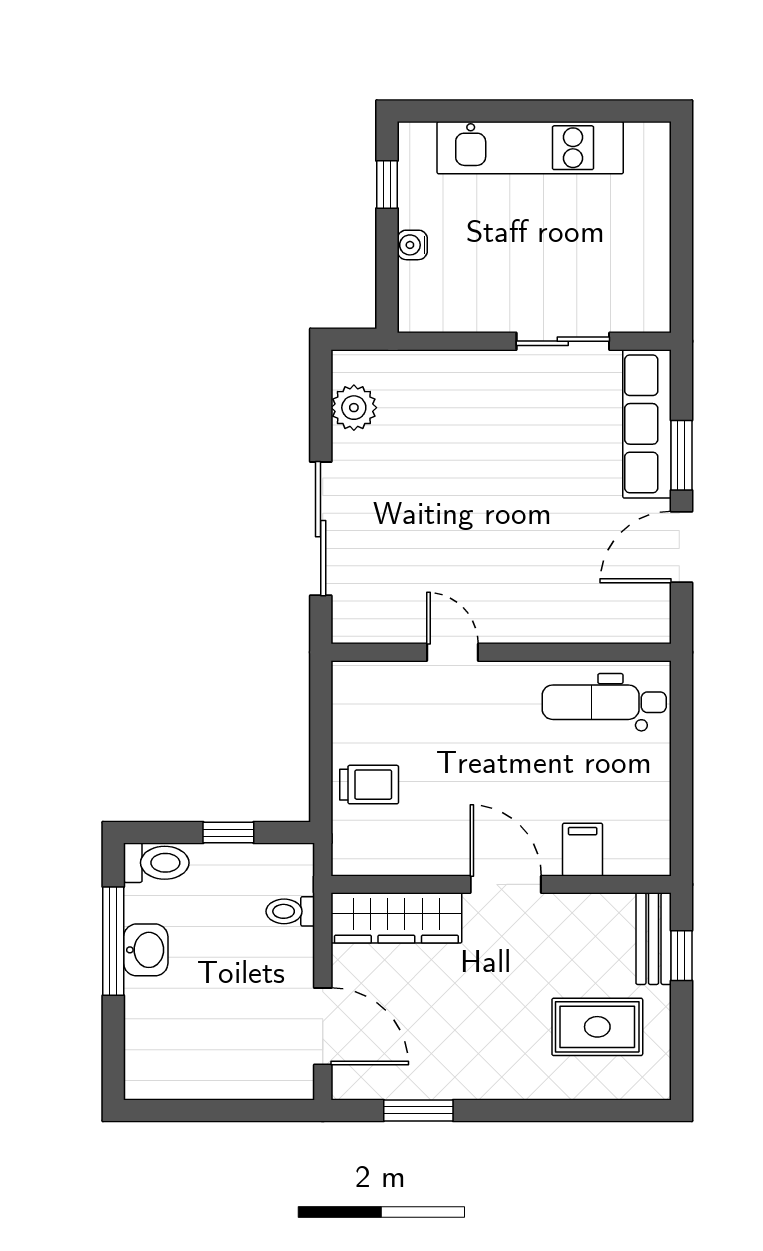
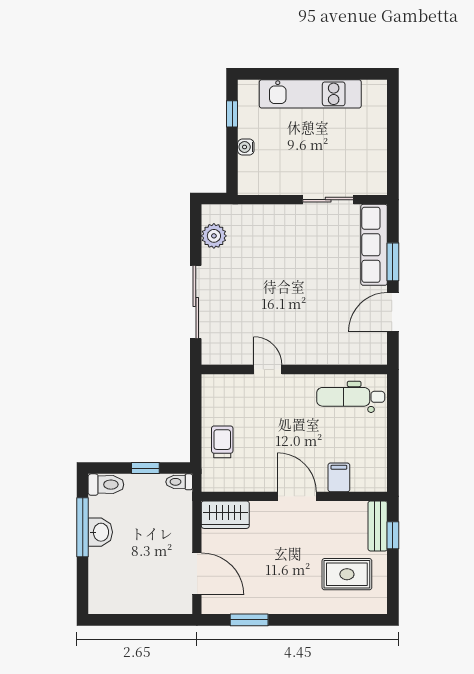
trolley: (369, 785) -> (222, 442), turned -90
toilet: (290, 911) -> (179, 482), moved
wardrobe: (396, 918) -> (225, 515), width x0.67

